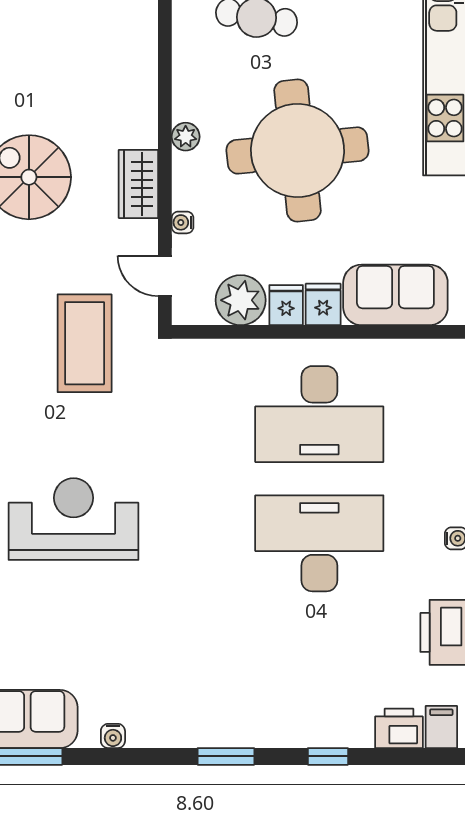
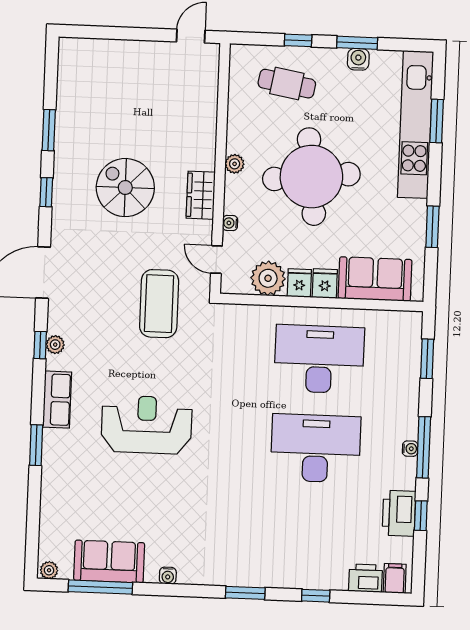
desk: (319, 414) -> (319, 359), turned 180

